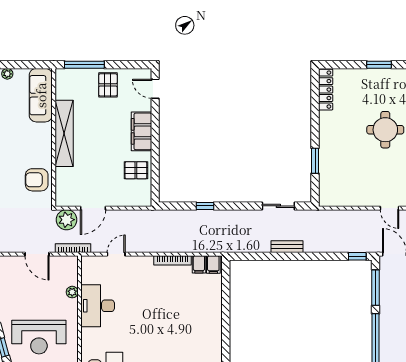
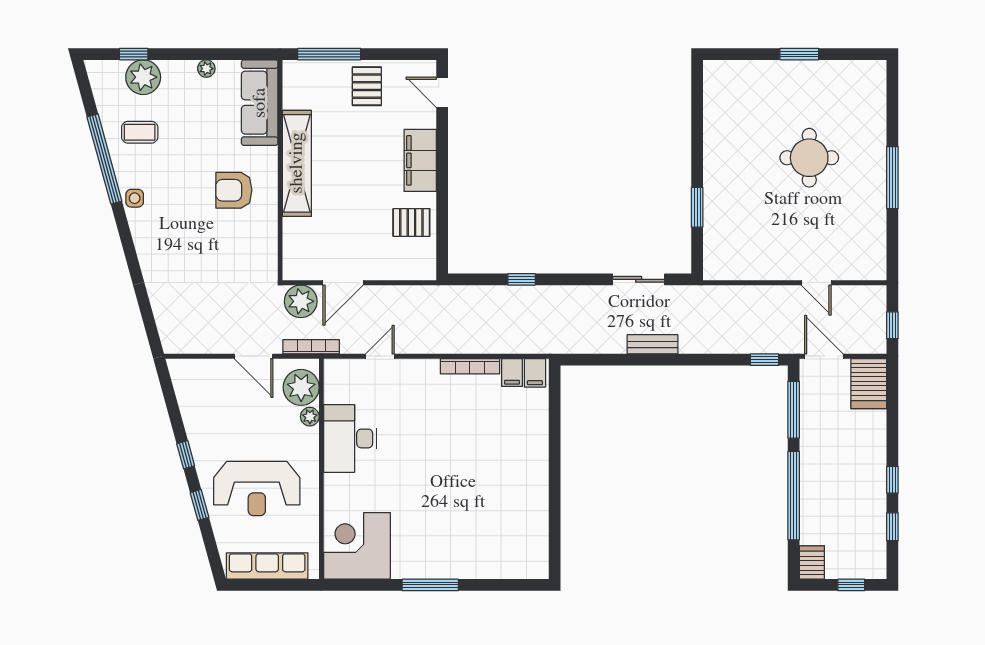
locker: (326, 90) -> (714, 94), removed
armchair: (37, 180) -> (234, 190), moved
plant: (67, 274) -> (301, 387), added

